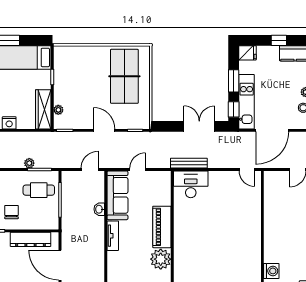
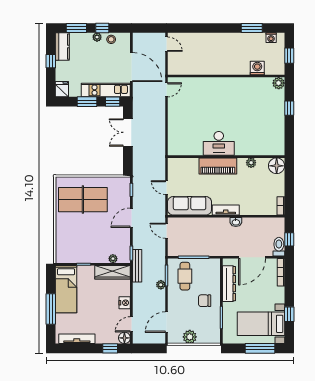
bench: (189, 163) -> (137, 266), moved
desk: (191, 184) -> (219, 143), moved, turned -90
washbasin: (99, 209) -> (236, 222), moved
plant: (161, 259) -> (251, 163), width x0.53, depth x0.53

